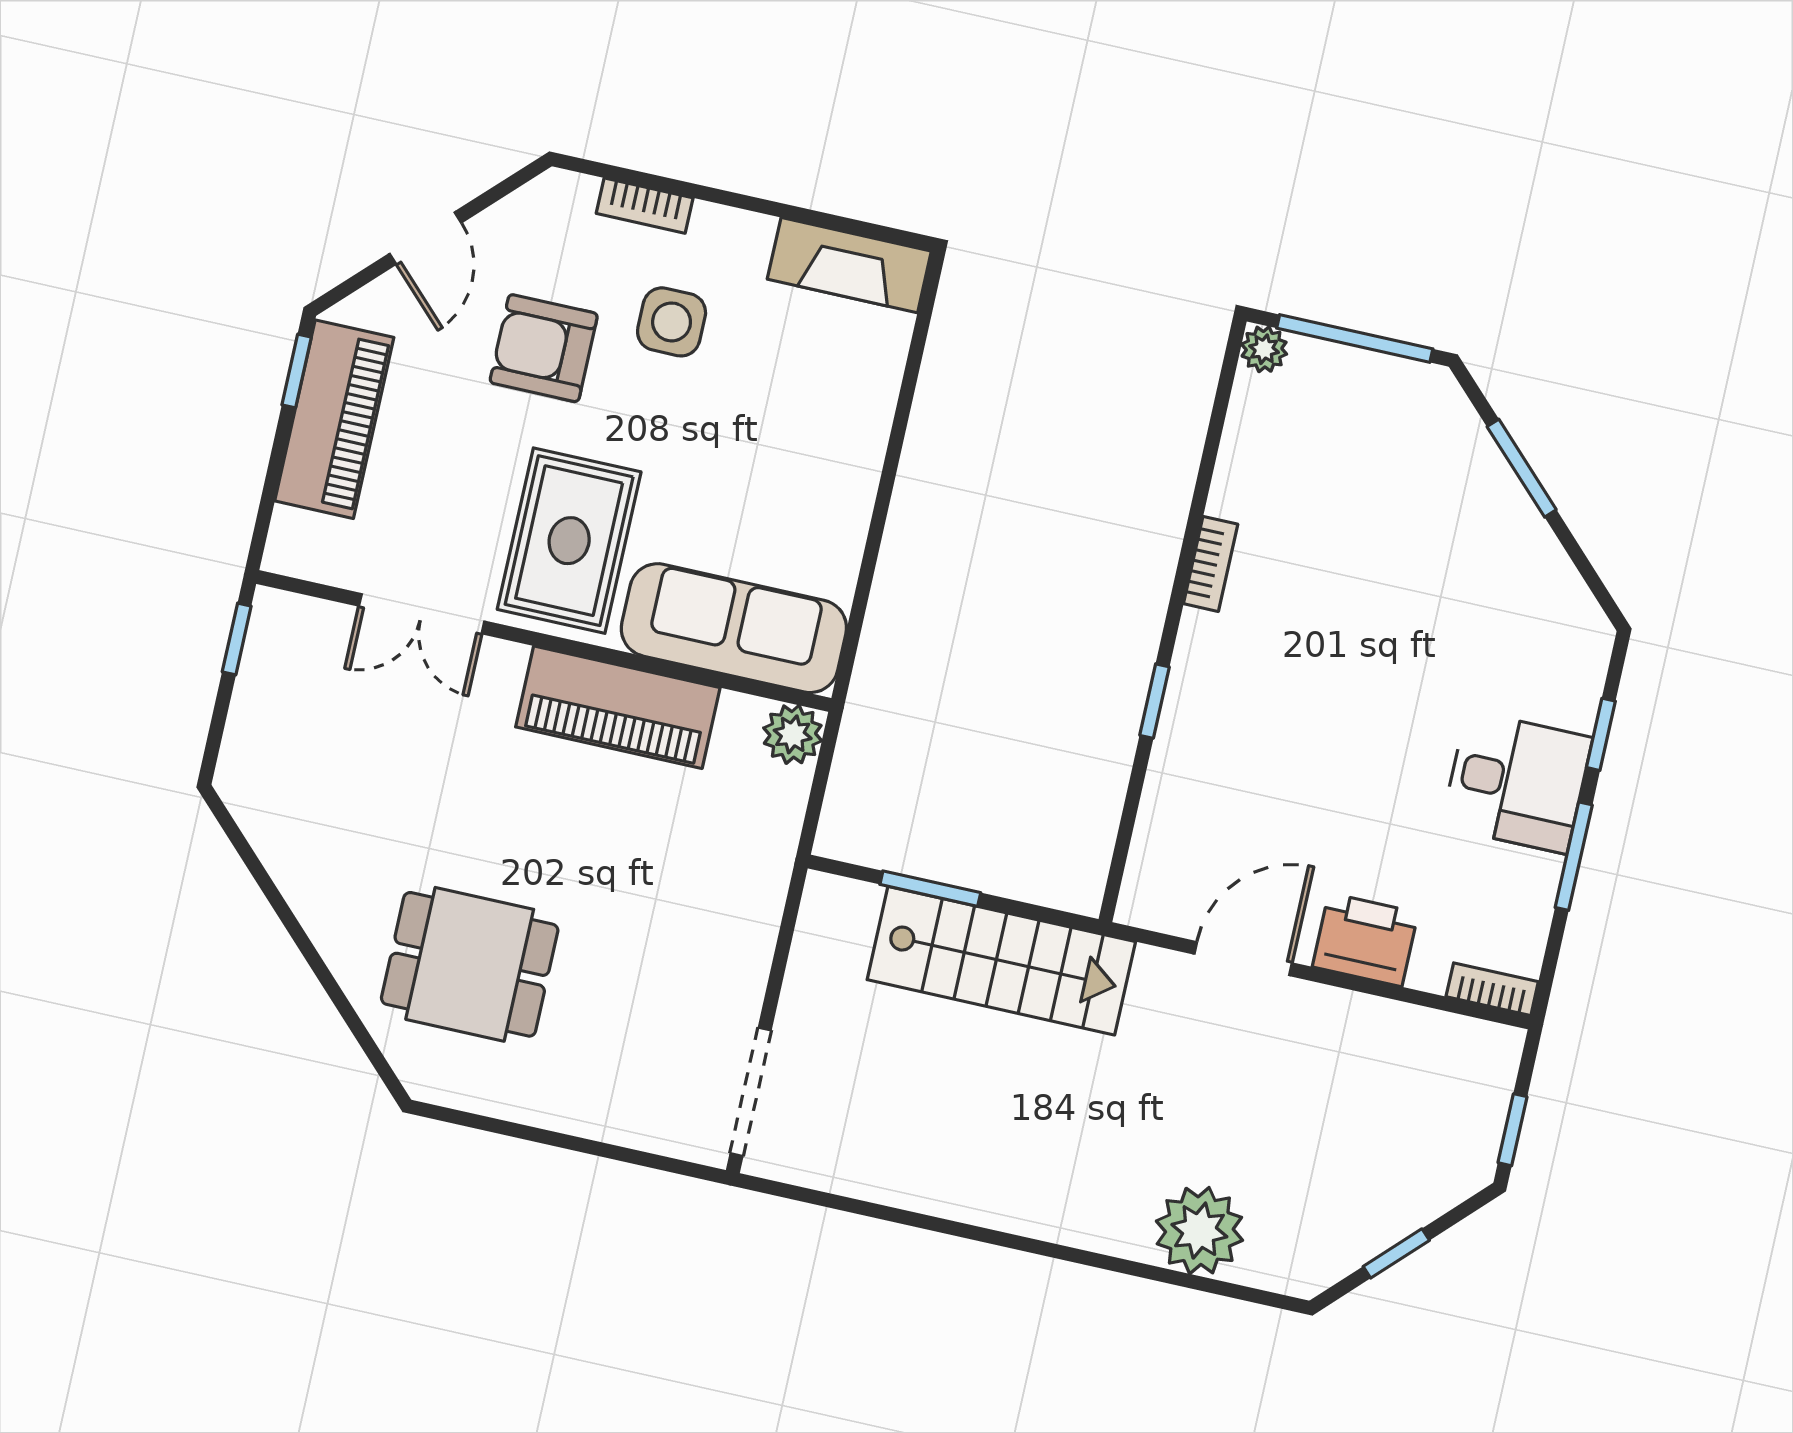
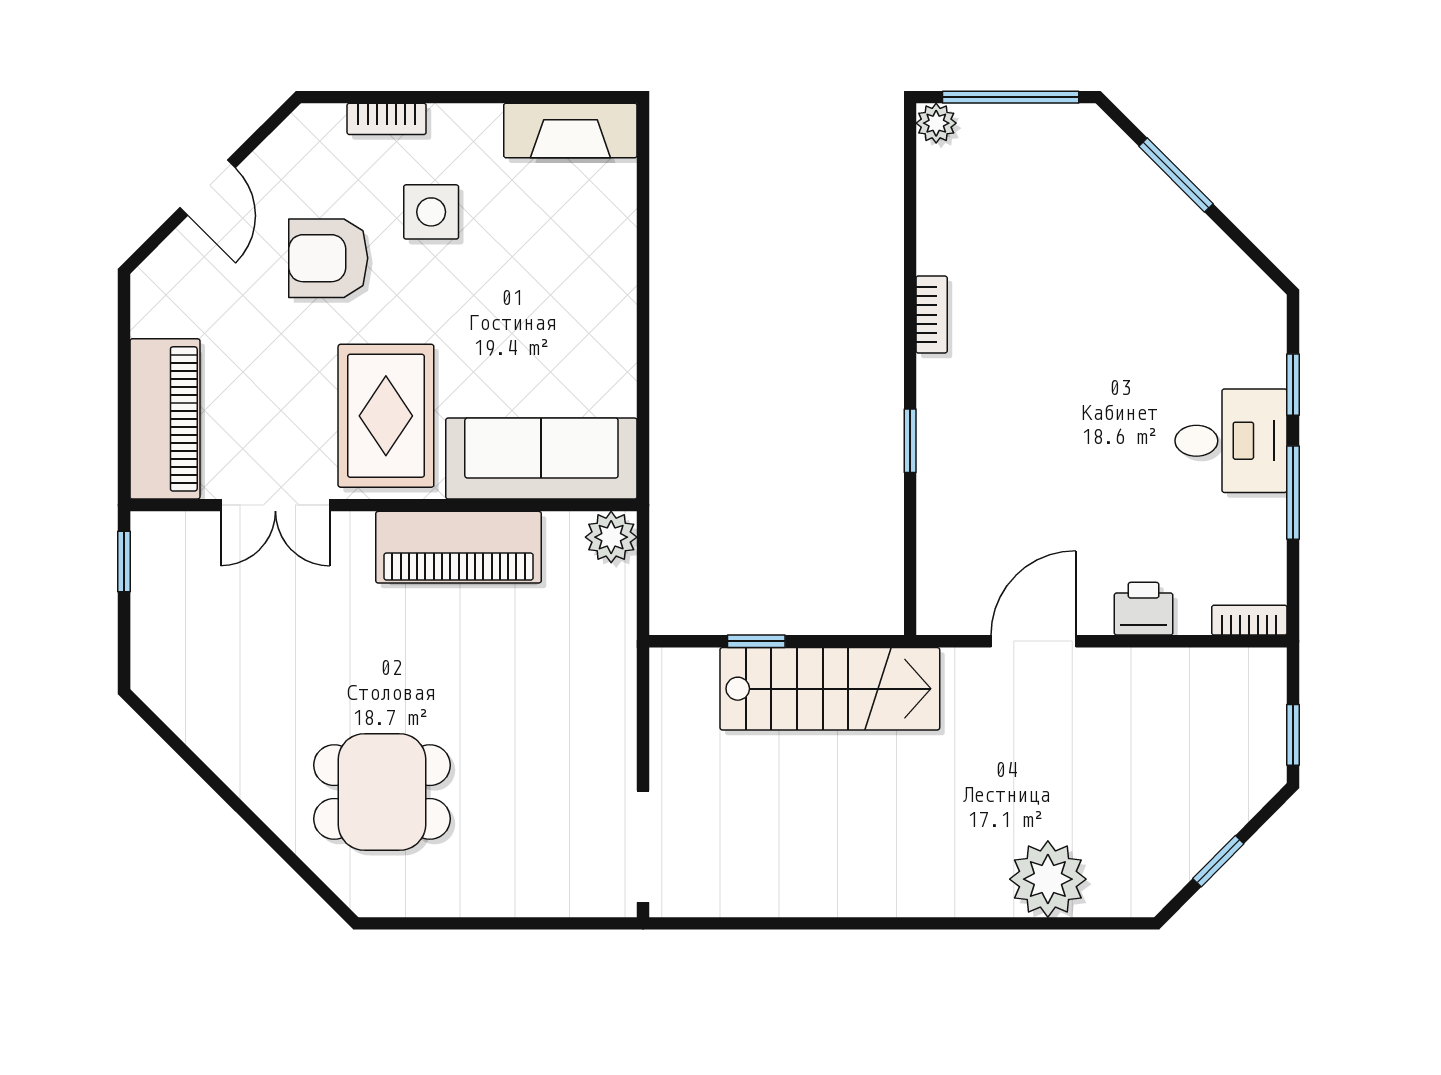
window: (297, 371) -> (124, 324), removed
piano: (334, 419) -> (165, 419), moved
window: (930, 889) -> (756, 641), width x0.67
printer: (1365, 940) -> (1144, 609), width x0.73, depth x0.81

